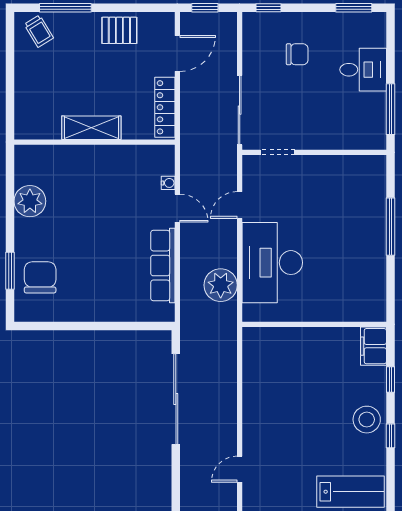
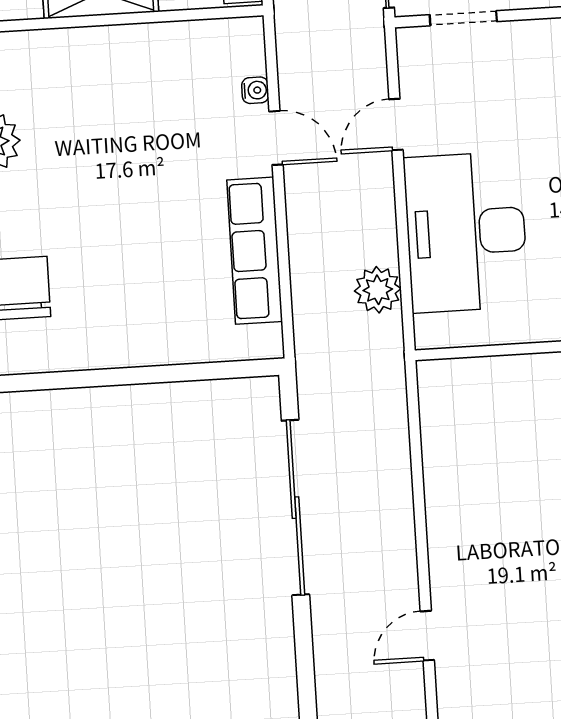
plant: (221, 285) -> (378, 290), width x0.73, depth x0.73

